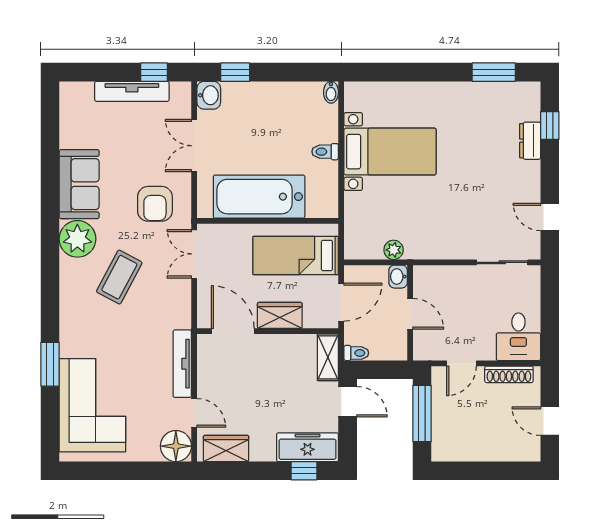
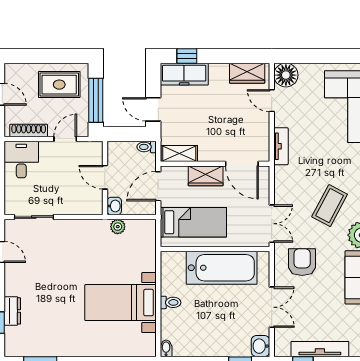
shelving: (328, 357) -> (179, 154), moved, turned 90
tv unit: (182, 364) -> (281, 146), width x0.71
rug: (469, 434) -> (59, 85), added

